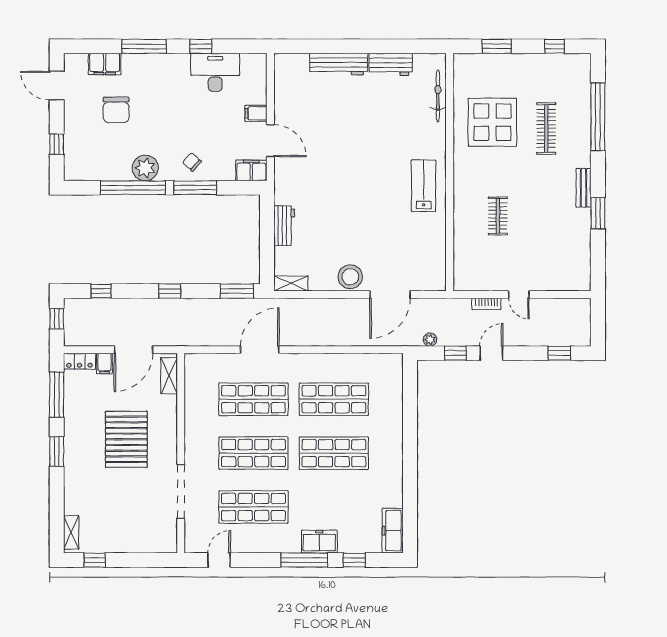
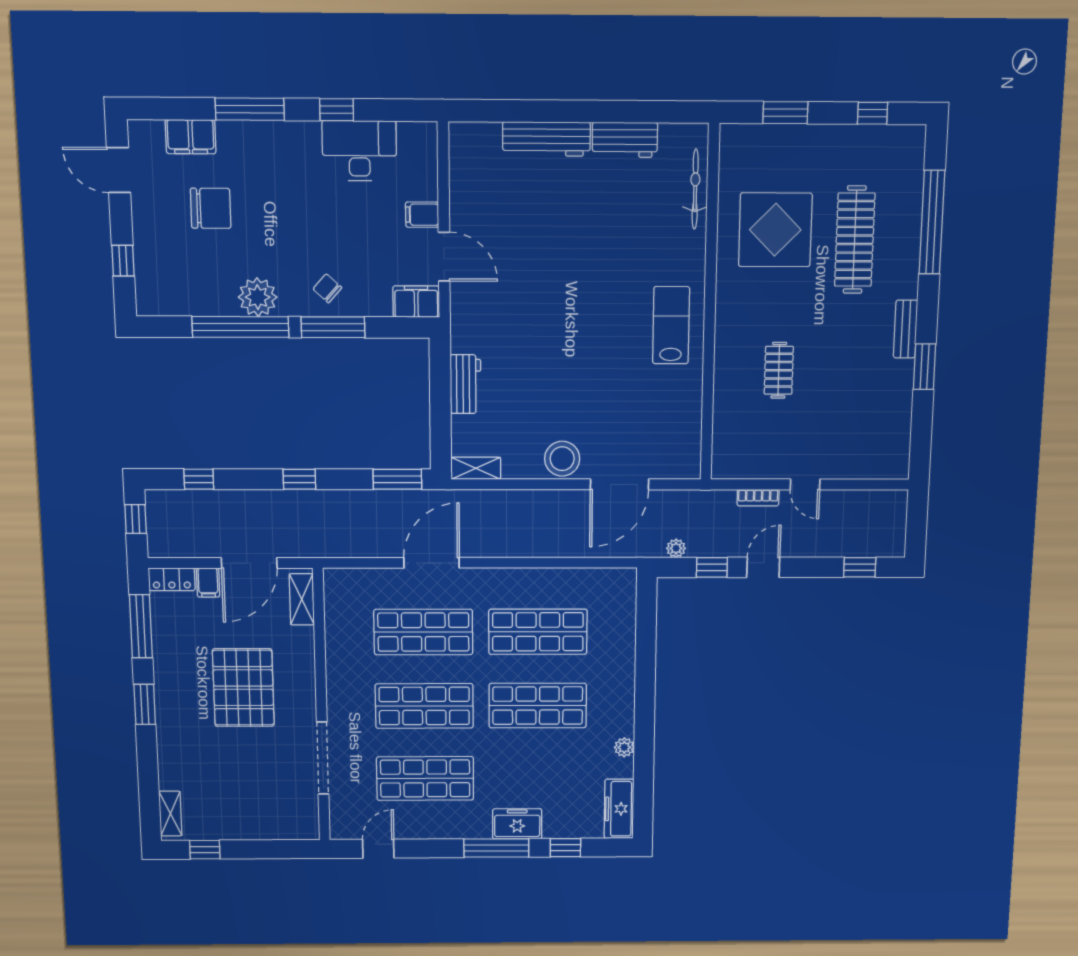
chair: (116, 110) -> (211, 208), turned -90
clothes rail: (546, 128) -> (855, 240), width x1.37, depth x1.31
plant: (396, 484) -> (624, 747), added

